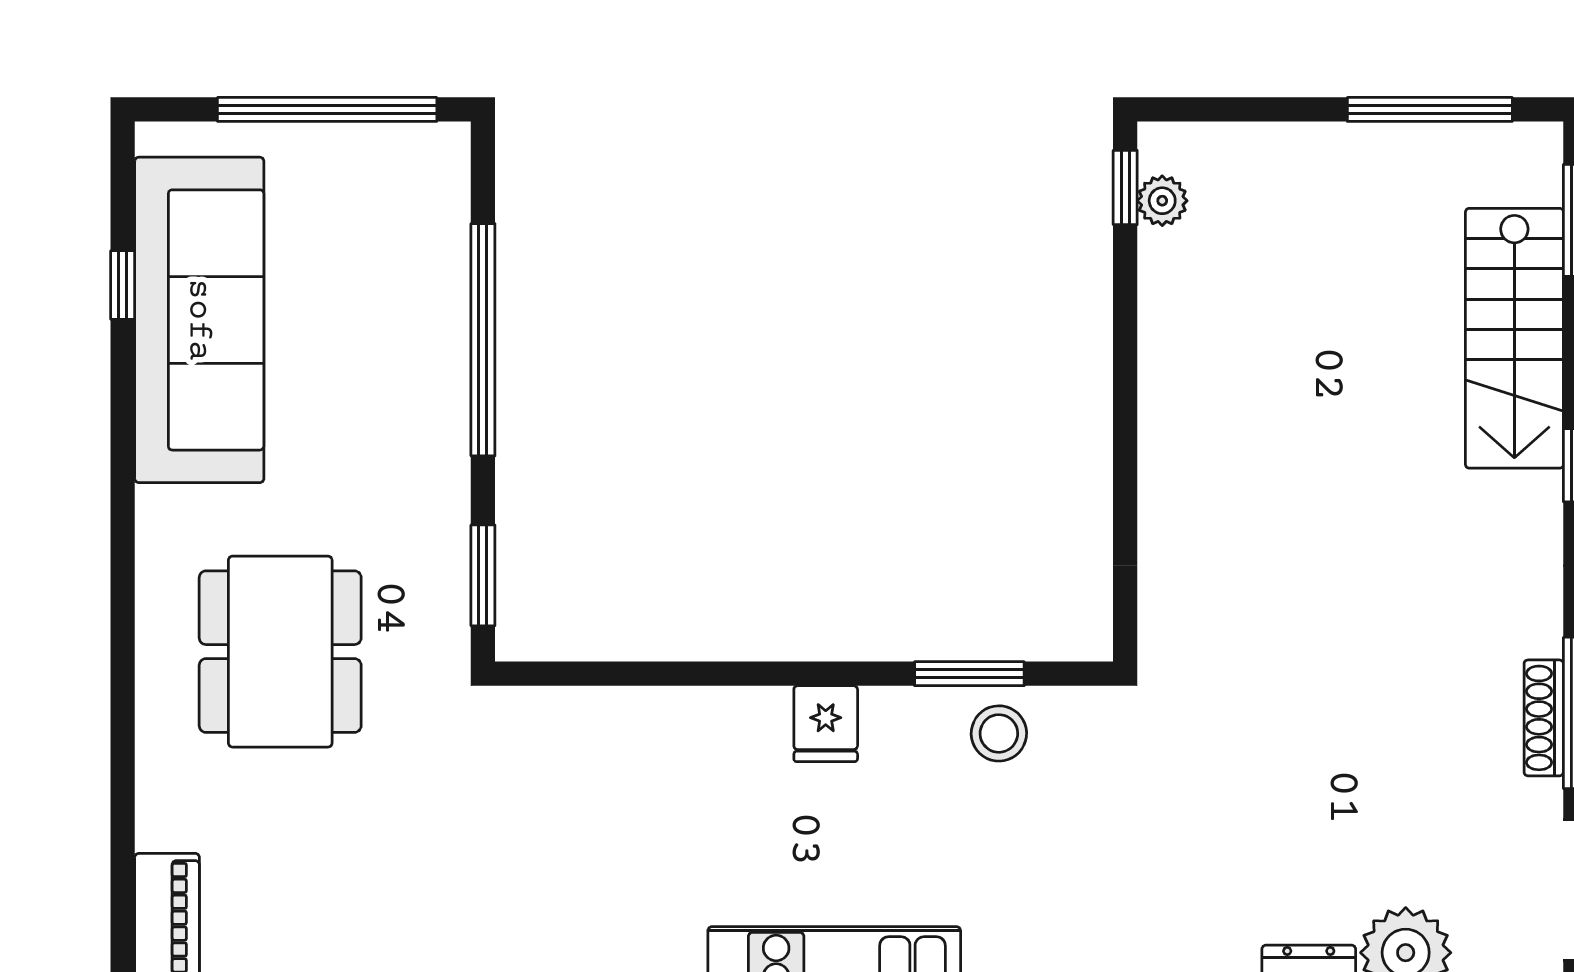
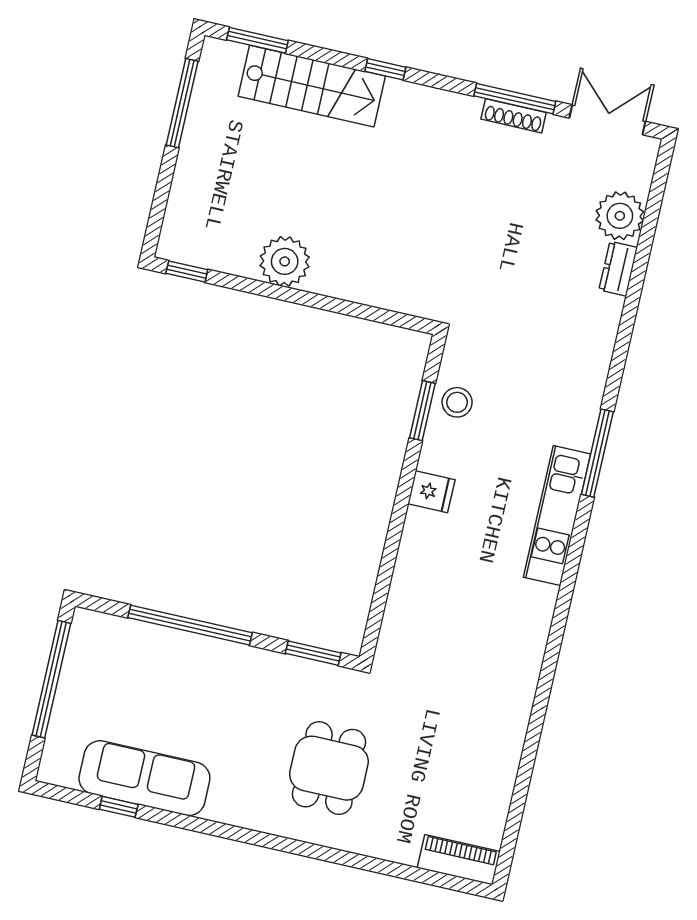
plant: (1162, 201) -> (285, 261), moved, width x1.87, depth x1.87
sofa: (199, 320) -> (144, 778), width x0.74, depth x0.79
dining table: (280, 652) -> (329, 768), width x0.73

